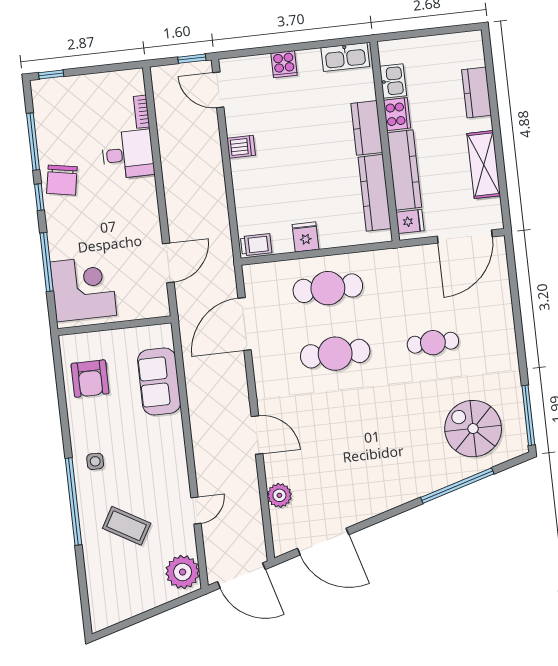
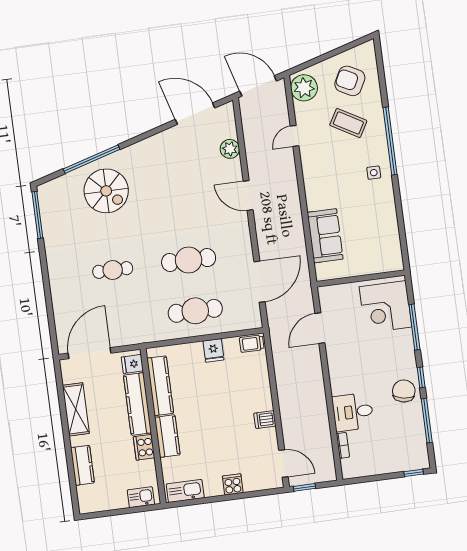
kitchen sink: (393, 81) -> (141, 497), moved, turned 90
armchair: (90, 379) -> (350, 81), moved, turned -63
spiral stairs: (473, 429) -> (106, 191), moved

